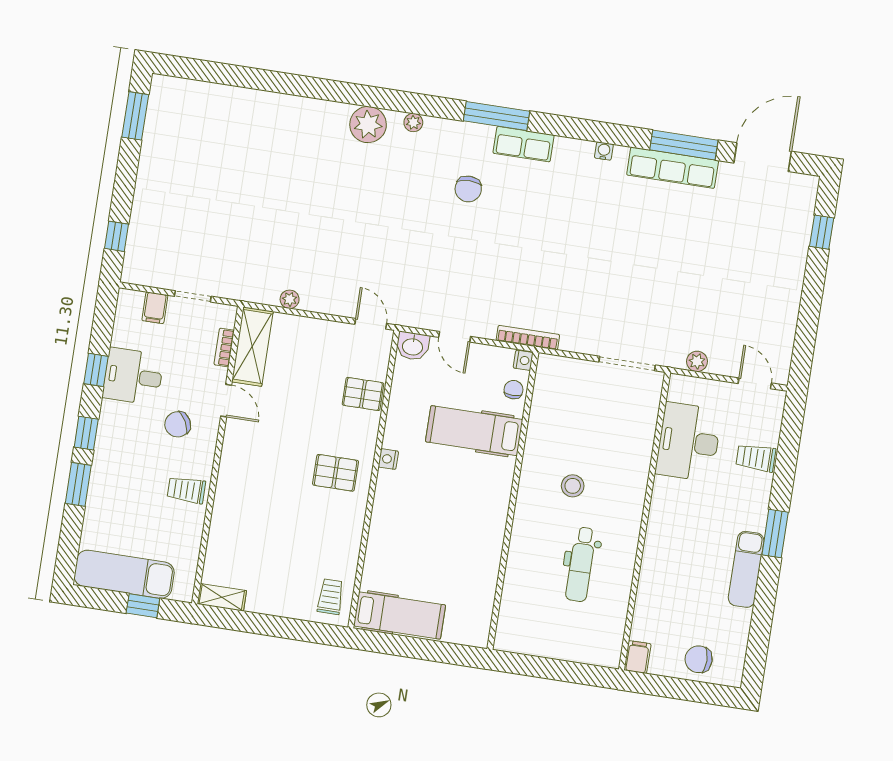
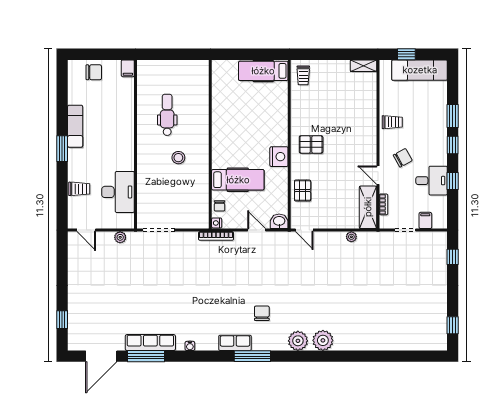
window: (135, 116) -> (453, 325), width x0.67
plant: (413, 123) -> (298, 341), width x1.88, depth x1.88
pallet: (363, 394) -> (303, 191), turned 90
nightstand: (388, 459) -> (279, 157), width x1.89, depth x1.79

